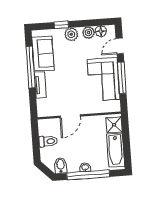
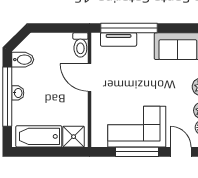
window: (31, 67) -> (129, 28), moved
tv unit: (40, 85) -> (119, 39), moved
toilet: (48, 141) -> (80, 45), moved

